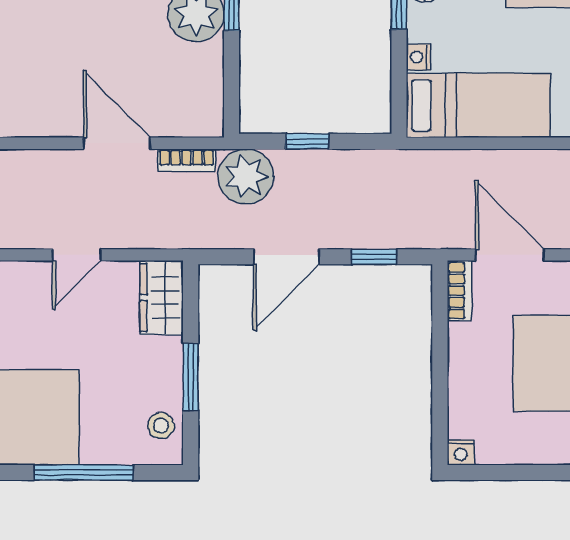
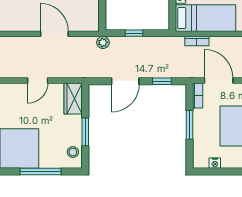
bookcase: (186, 160) -> (197, 41), moved
plant: (246, 177) -> (103, 42), width x0.53, depth x0.53
window: (440, 361) -> (189, 125), added
nightstand: (461, 452) -> (215, 163), moved

